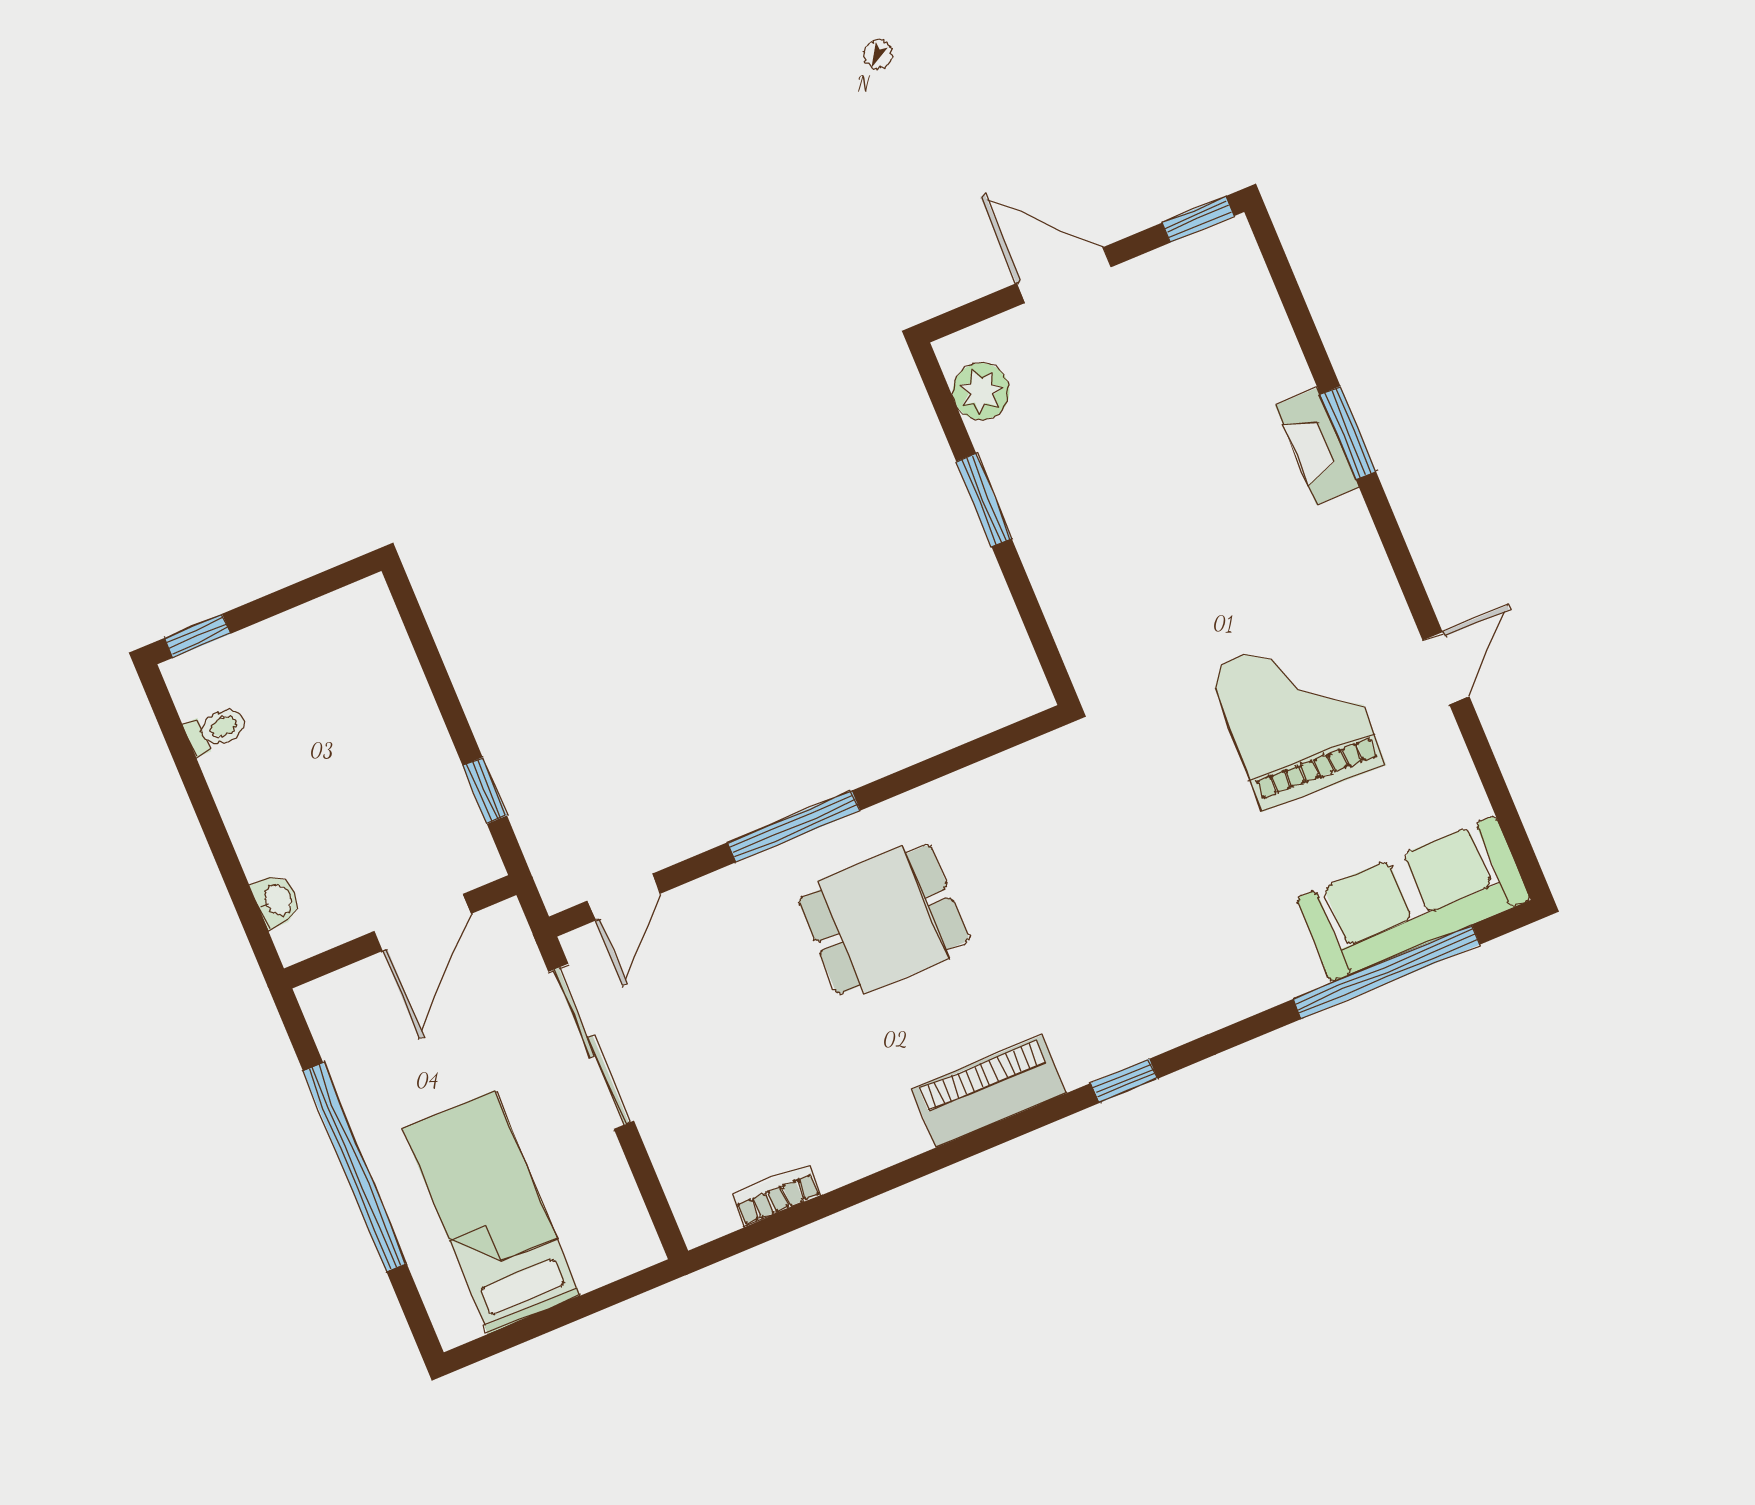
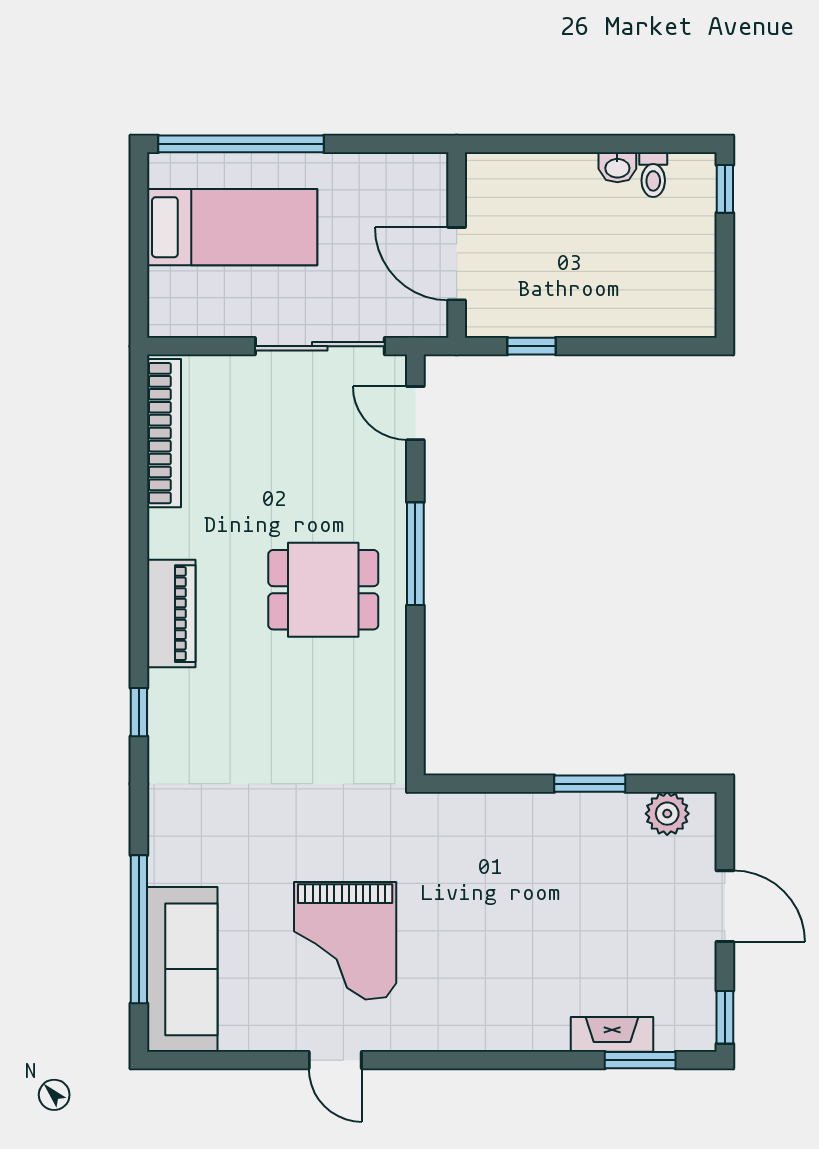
door: (1064, 275) -> (725, 906), hinge flipped
window: (1348, 433) -> (640, 1060), moved
fireplace: (1317, 446) -> (612, 1034), moved
grand piano: (1297, 717) -> (345, 941), turned 88
washbasin: (277, 900) -> (617, 167), moved
dining table: (884, 920) -> (323, 590), turned 90
window: (355, 1167) -> (241, 144), moved
bookcase: (777, 1196) -> (164, 433), width x2.31, depth x1.31

